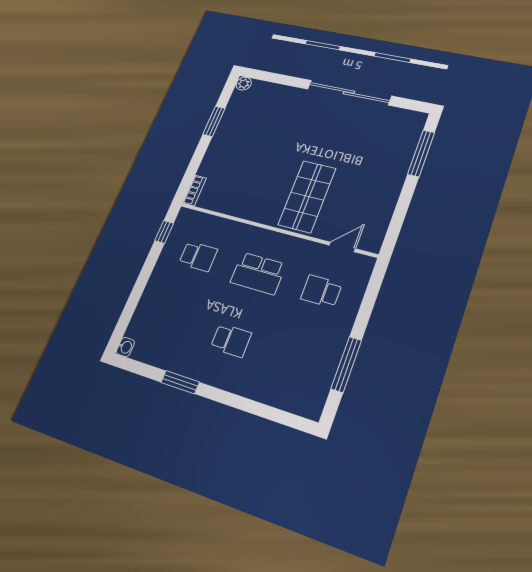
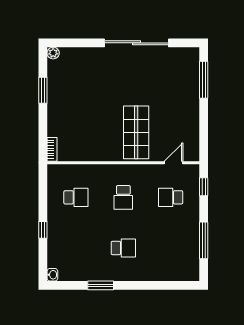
window: (164, 232) -> (43, 230), moved
school desk: (258, 273) -> (123, 197), width x0.54
window: (373, 290) -> (204, 187), added

